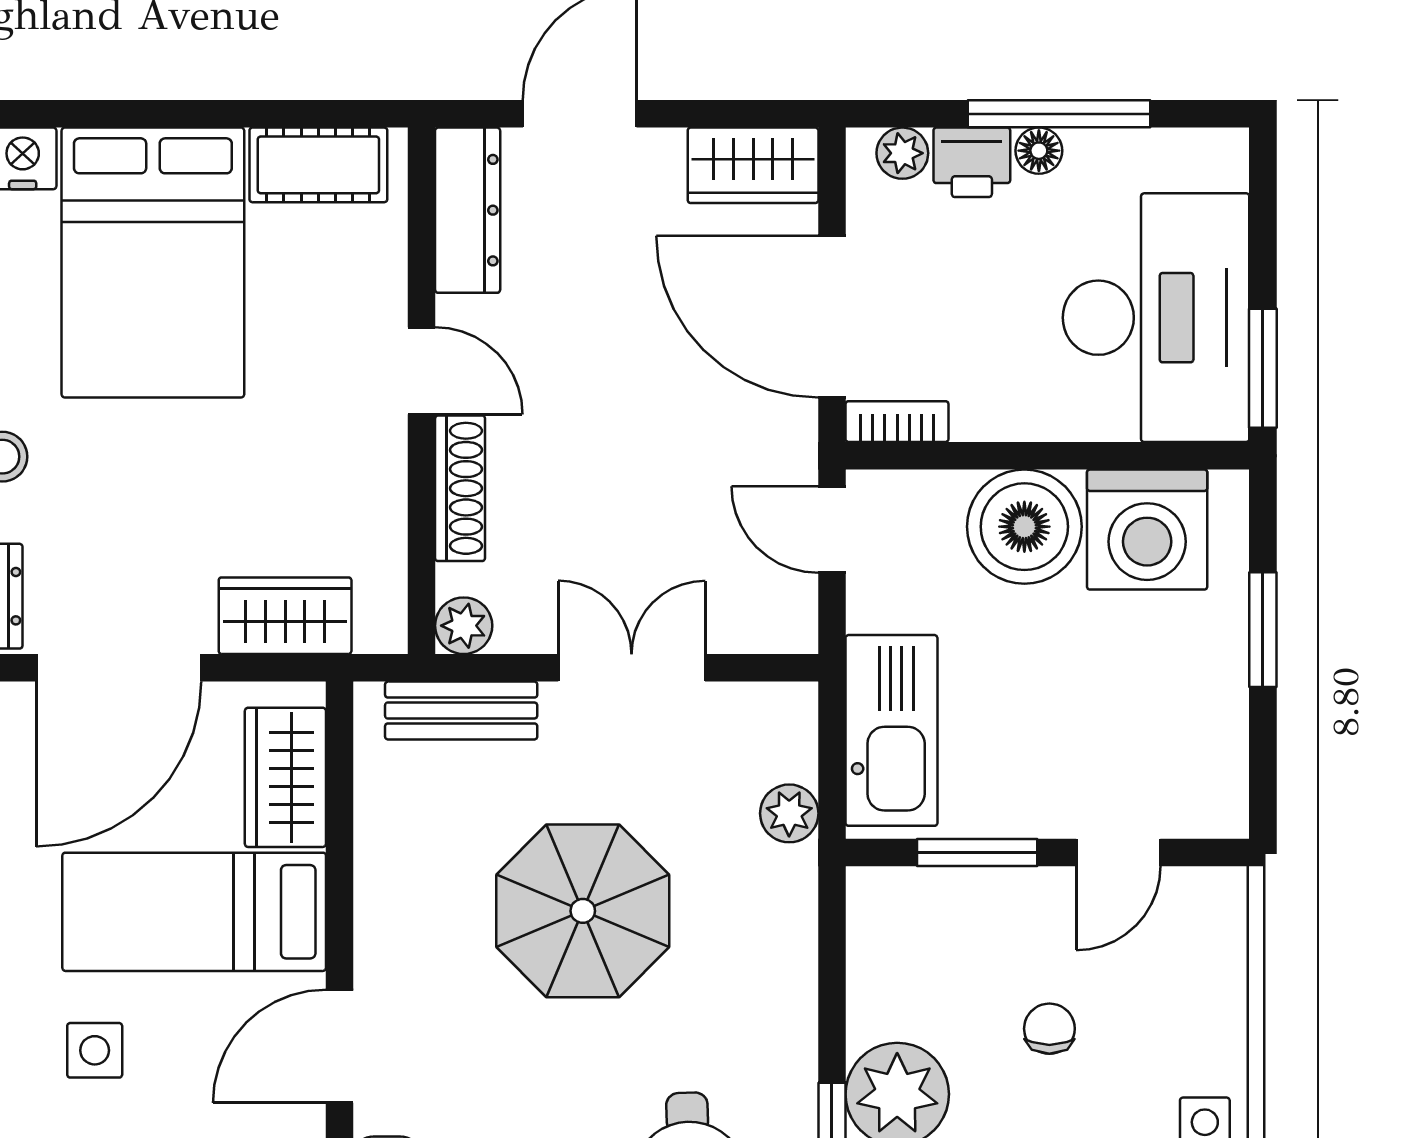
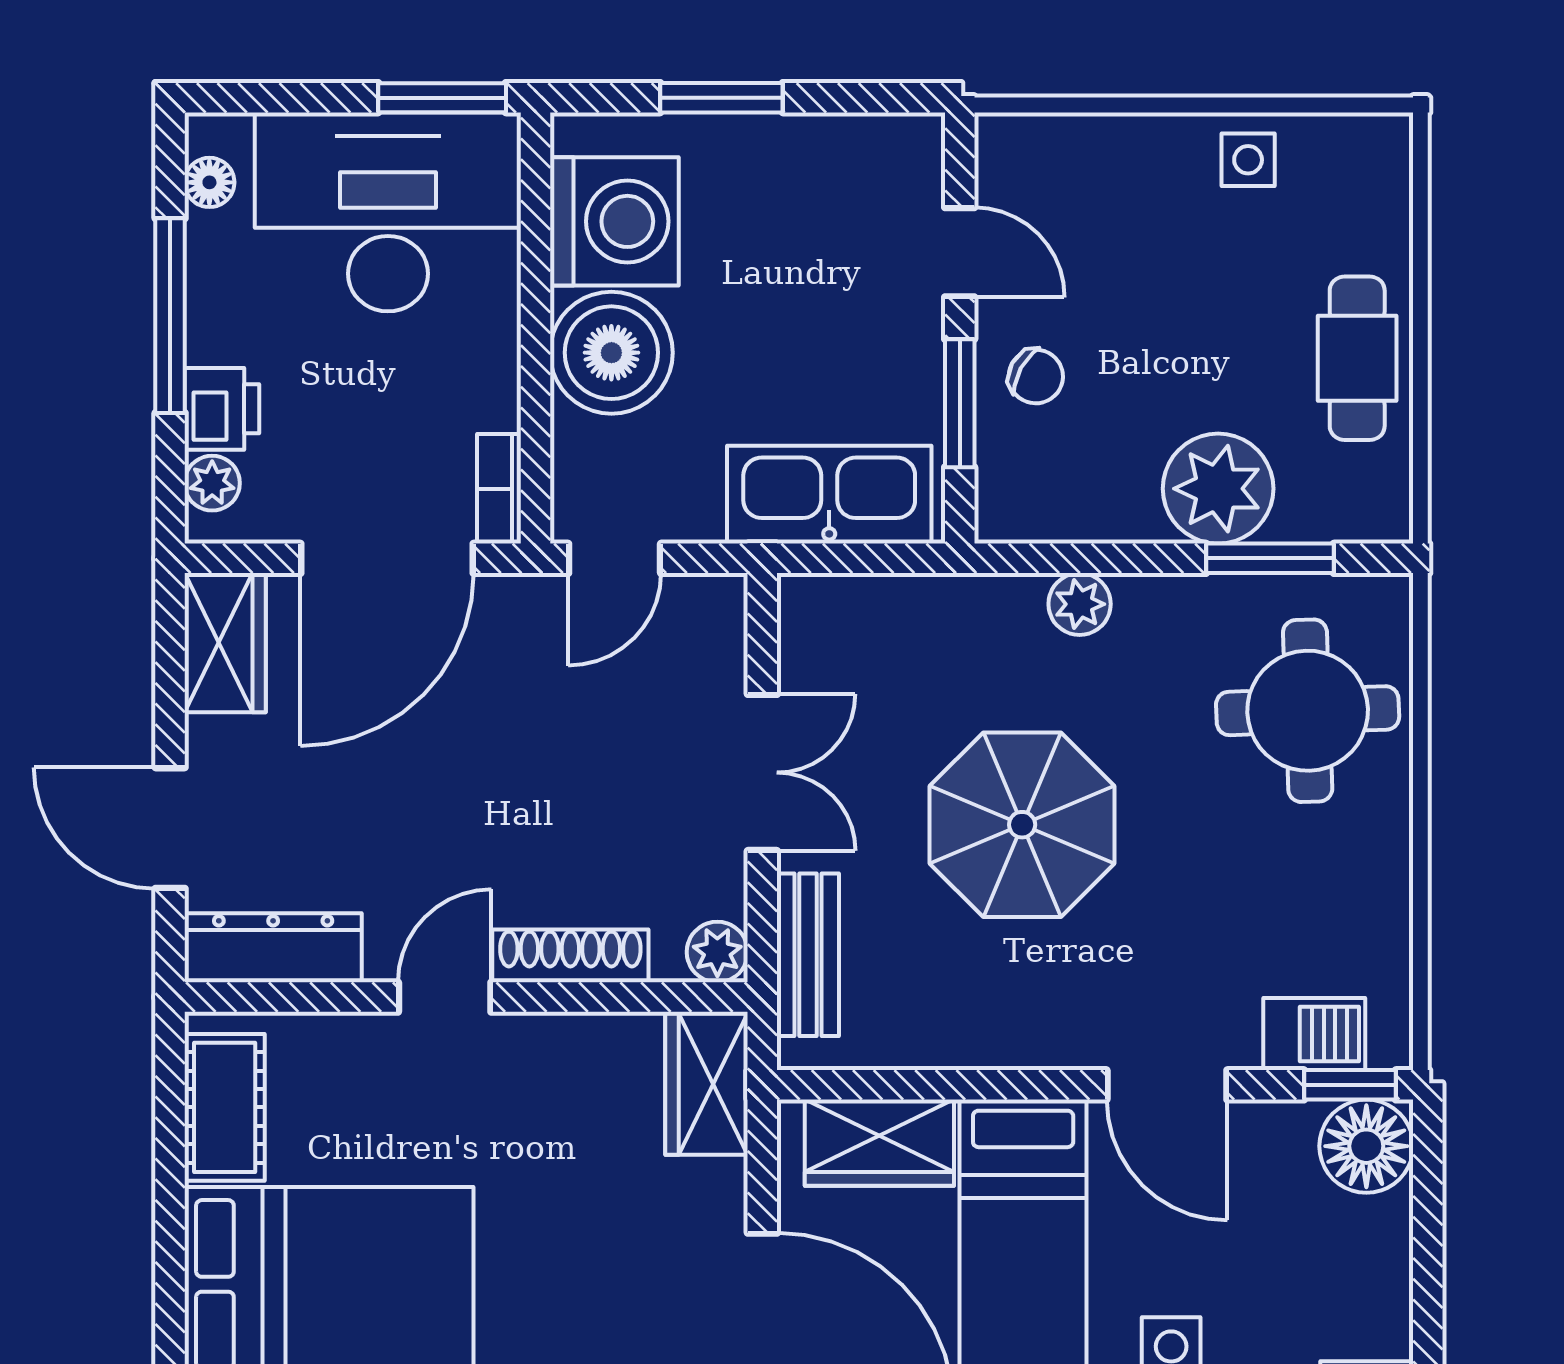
floor lamp: (1039, 151) -> (209, 182), moved
wardrobe: (285, 616) -> (707, 1084), moved
double door: (632, 668) -> (762, 772), swing flipped
plant: (789, 813) -> (1080, 604), moved
chair: (1049, 1029) -> (1036, 376), moved, turned -151

